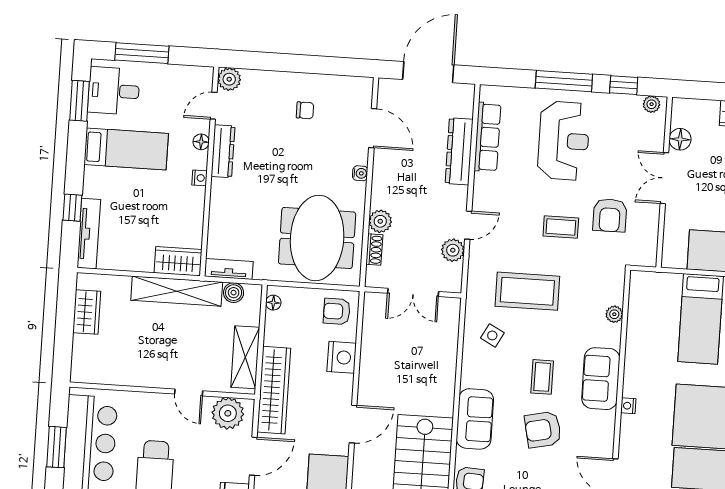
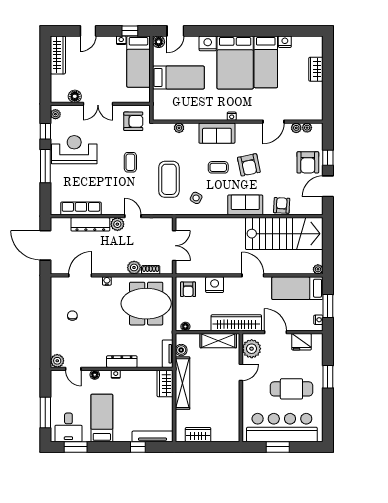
reception desk: (564, 141) -> (74, 150), moved
dresser: (223, 151) -> (122, 362), moved
armchair: (610, 215) -> (133, 121), moved
plant: (453, 250) -> (117, 224), moved

